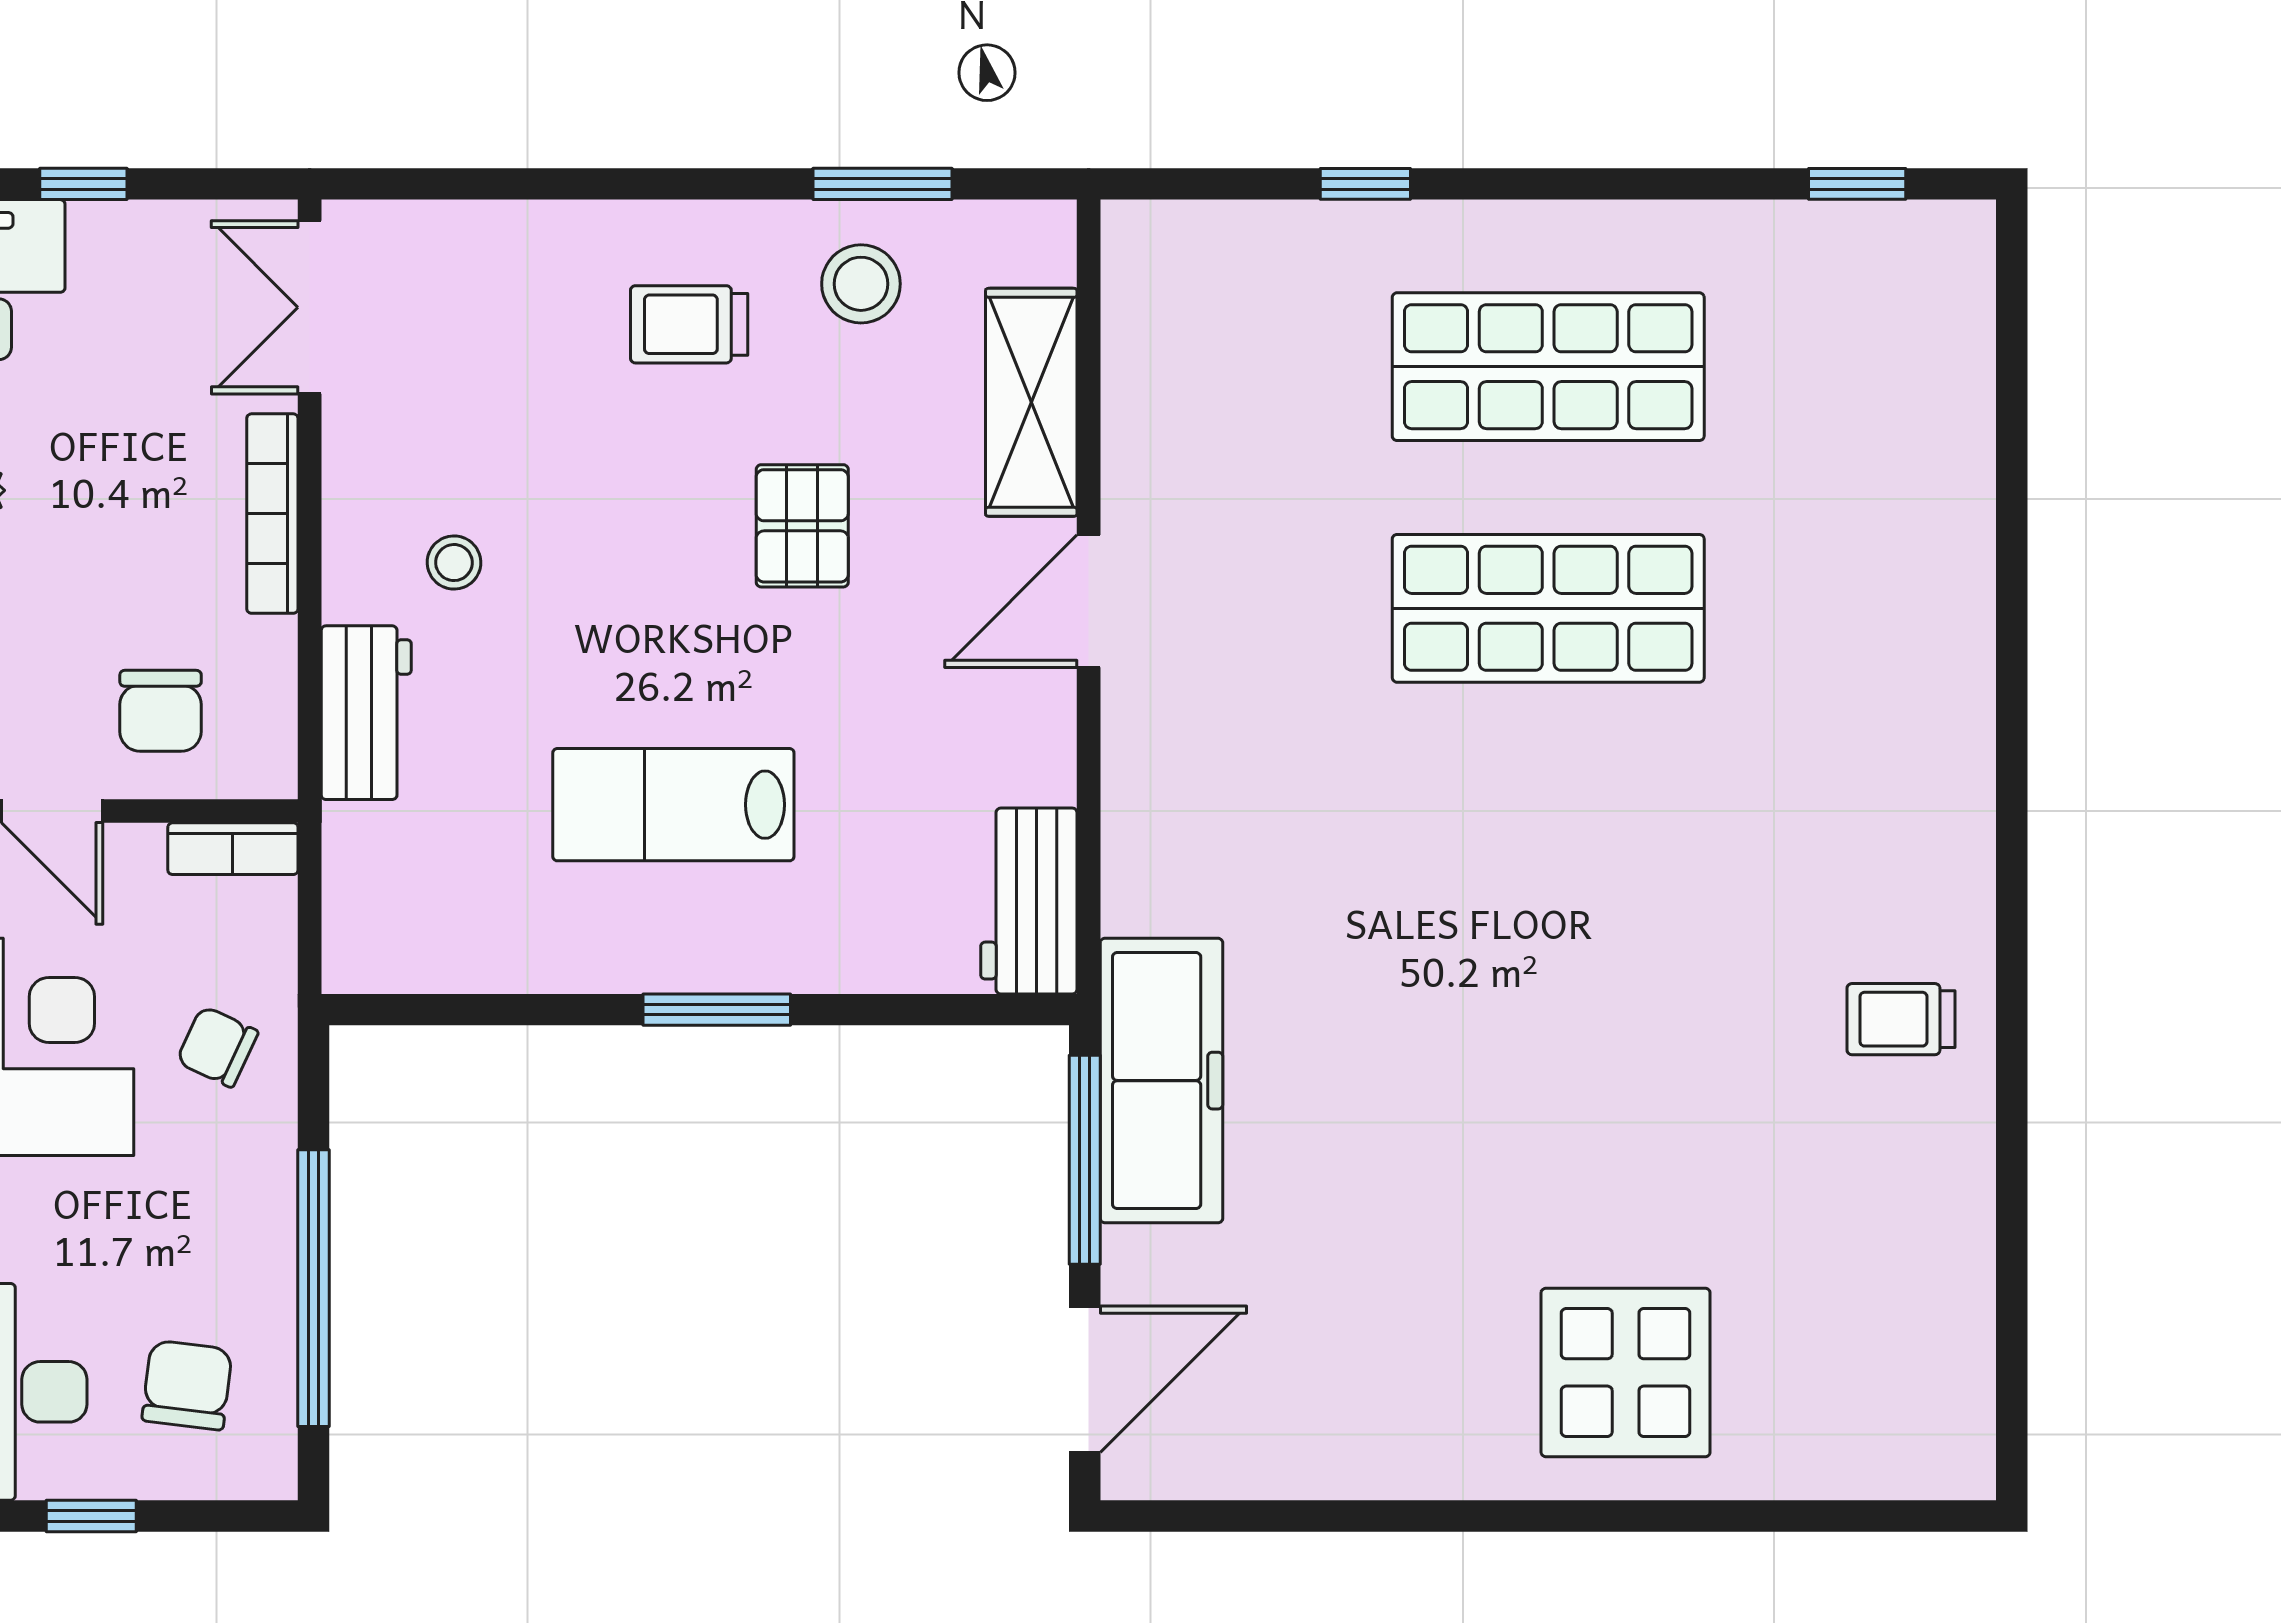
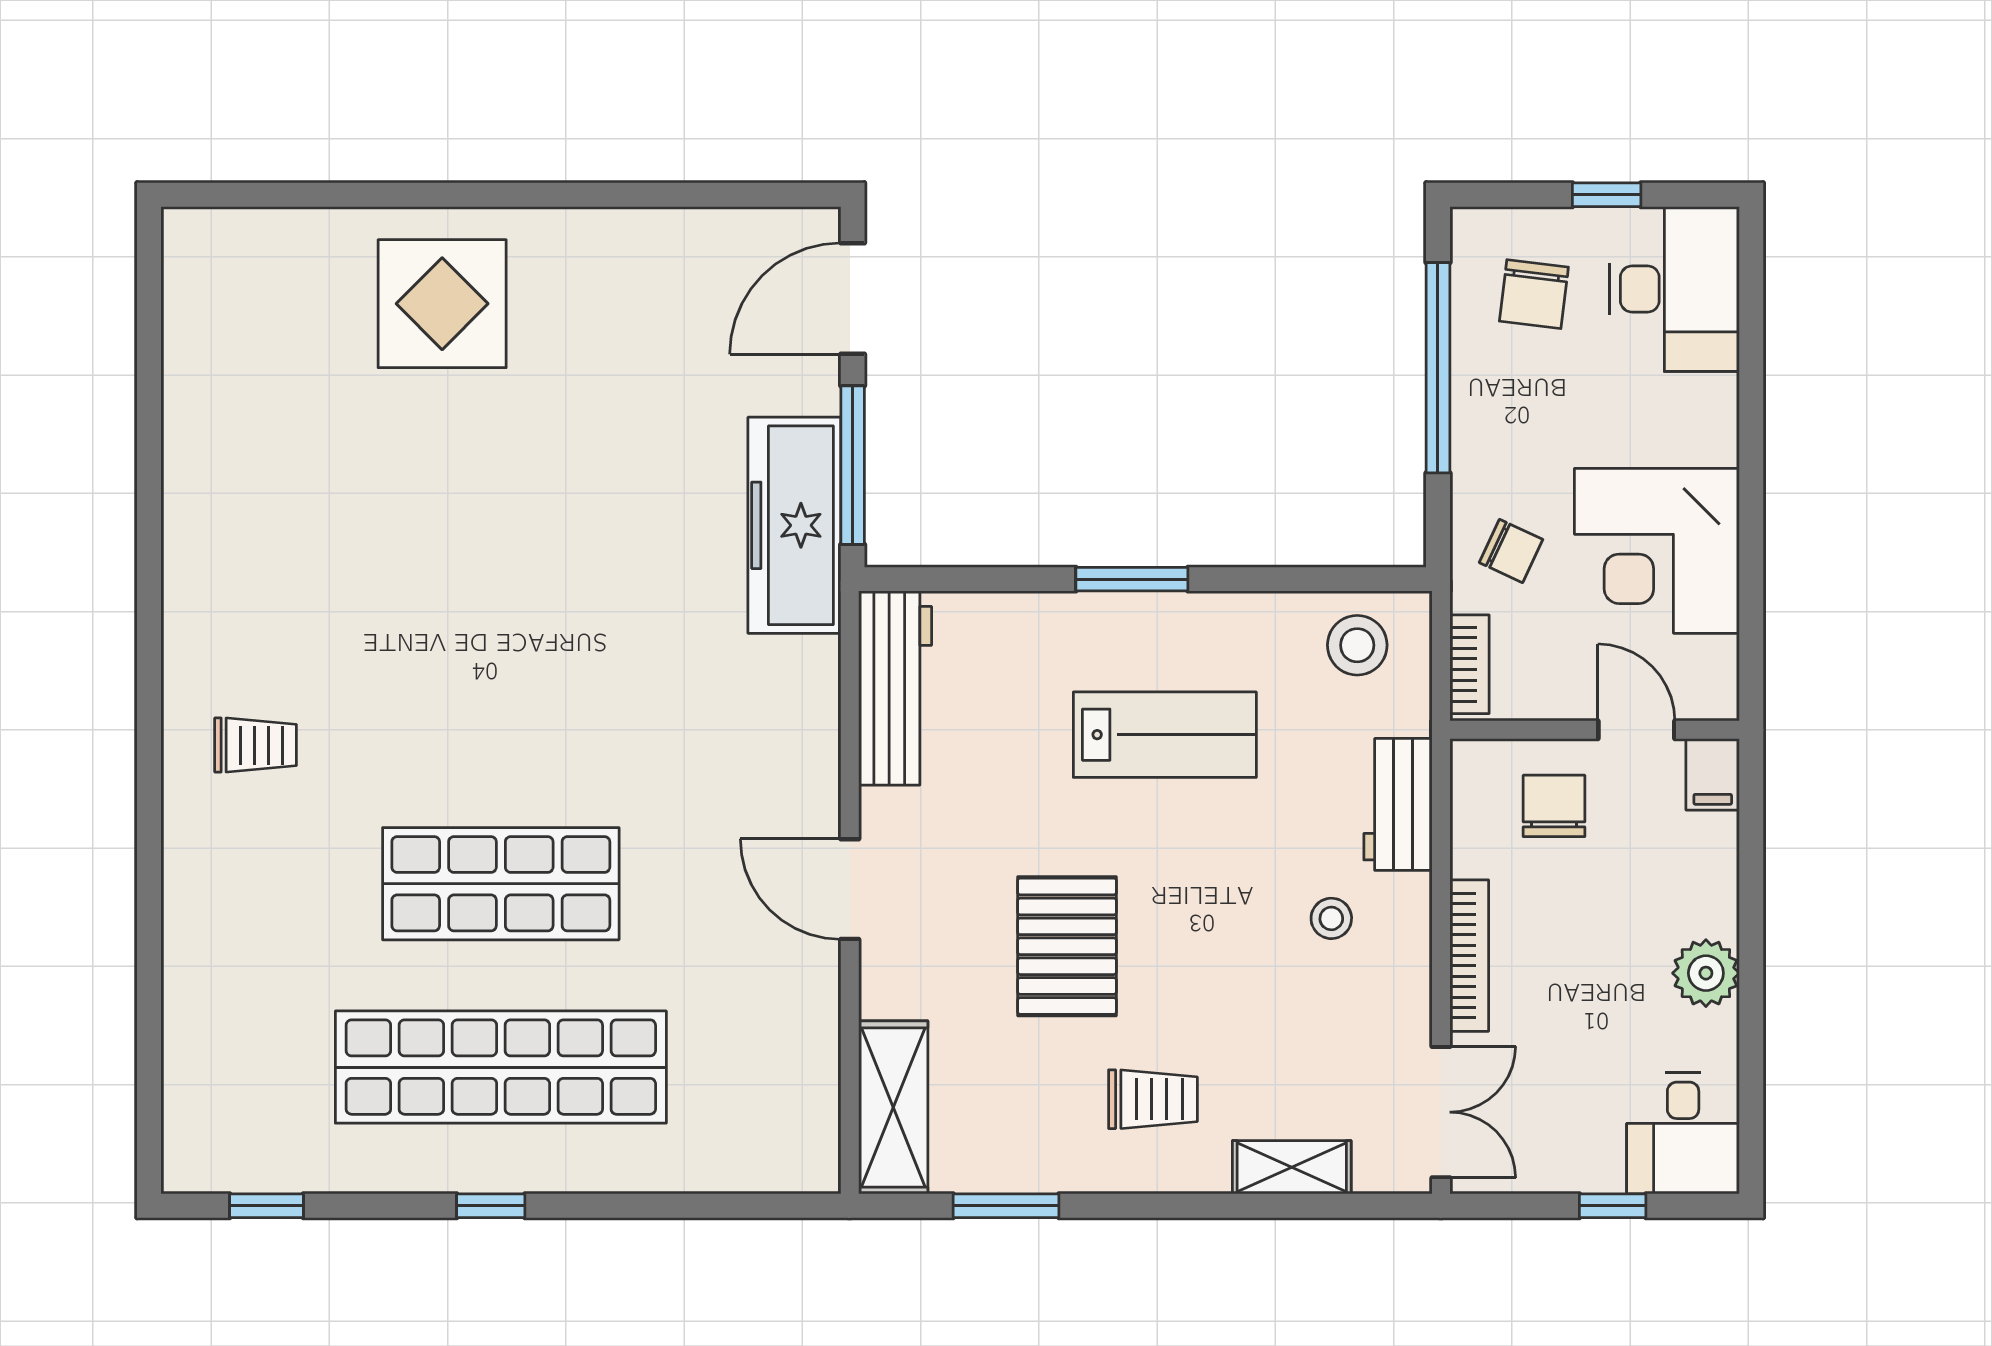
window: (1365, 184) -> (491, 1206), moved
shelving: (506, 235) -> (1292, 1167), added
stool: (861, 284) -> (1357, 645), moved
shop shelf: (1548, 367) -> (501, 1067), width x1.40
shelving: (1031, 402) -> (893, 1107), moved
pallet: (802, 526) -> (1067, 946), width x1.50, depth x1.42
door: (1089, 601) -> (850, 889), swing flipped
bookcase: (233, 849) -> (1469, 664), moved, turned 90
workbench: (1029, 901) -> (895, 688), width x1.38
trolley: (1901, 1019) -> (256, 745), moved

